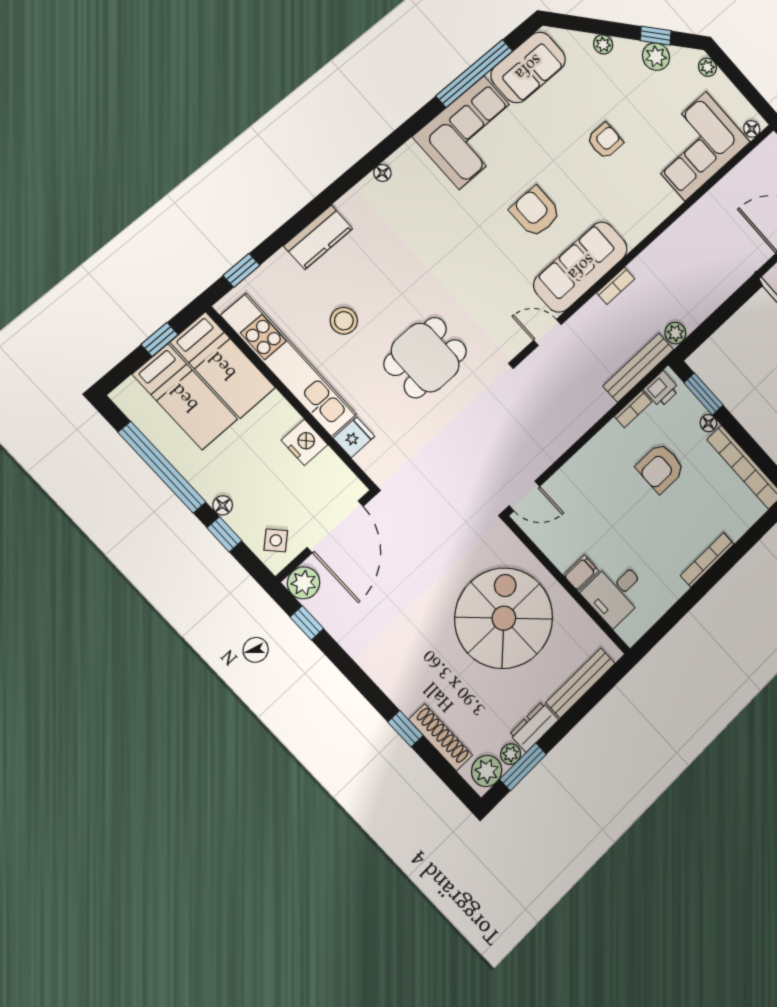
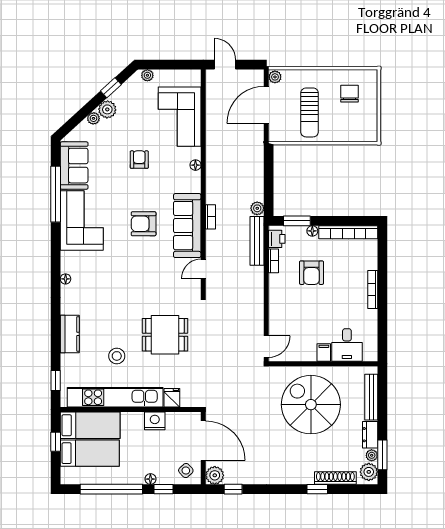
plant: (656, 57) -> (107, 109), moved
floor lamp: (752, 129) -> (195, 165), moved
dining table: (425, 358) -> (165, 335), turned 90

